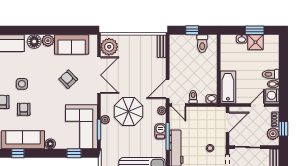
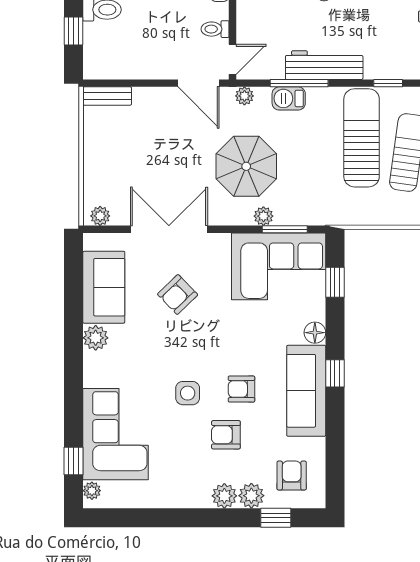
floor lamp: (34, 42) -> (97, 367), removed
plant: (109, 47) -> (100, 216), width x0.53, depth x0.53
window: (18, 153) -> (335, 373), moved

